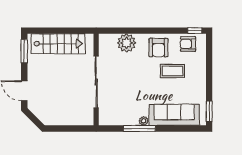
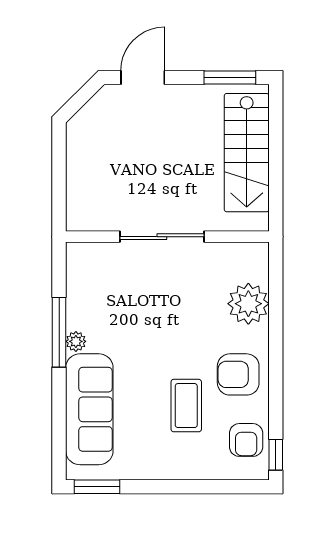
armchair: (188, 44) -> (246, 440), turned 180
sliding door: (96, 82) -> (162, 237), width x0.73

